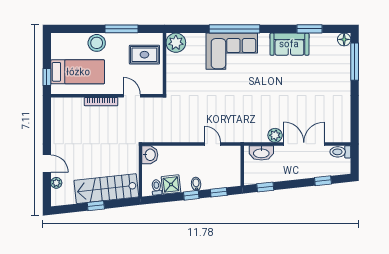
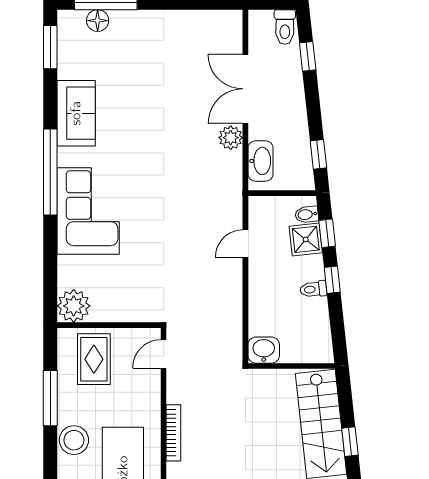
window: (235, 29) -> (50, 172), moved
window: (310, 29) -> (50, 47), moved
floor lamp: (344, 39) -> (98, 21), moved
door: (132, 96) -> (164, 354), moved
toilet: (340, 152) -> (285, 27), moved
shower: (171, 184) -> (306, 239), moved
bidet: (196, 184) -> (307, 214), moved
toilet: (157, 187) -> (313, 289), moved

